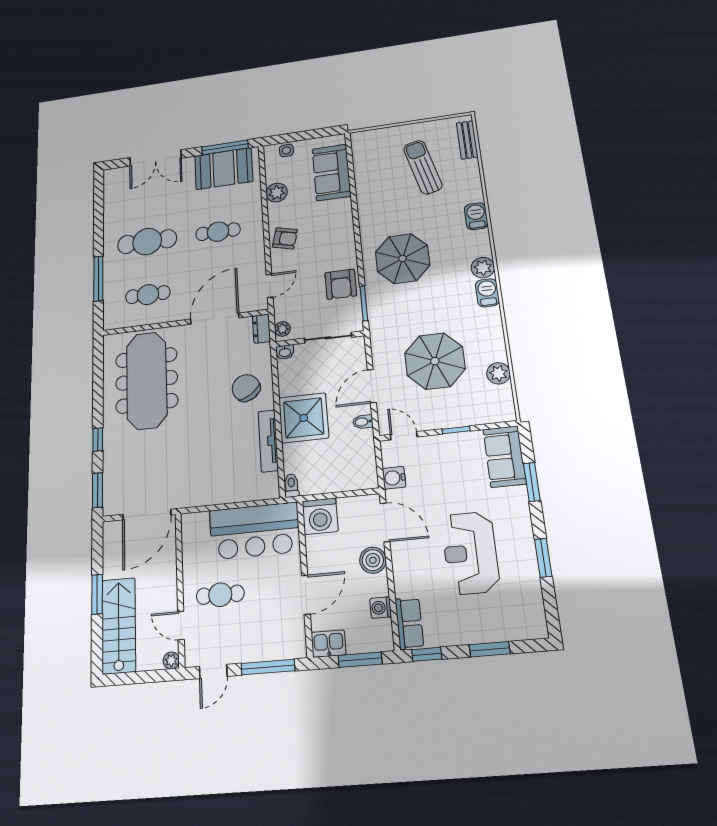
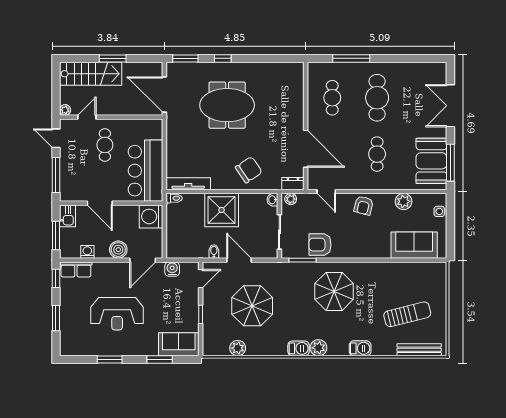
bench: (467, 140) -> (419, 350), width x1.36
meeting table: (147, 380) -> (227, 105), moved, width x0.73
tv unit: (268, 441) -> (188, 184), moved
reception desk: (470, 553) -> (117, 314), turned 180

